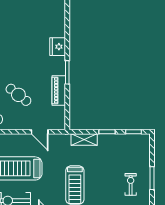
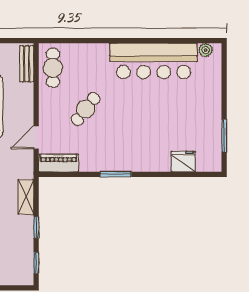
fridge: (58, 47) -> (183, 162), moved
piano: (59, 90) -> (59, 163), moved

